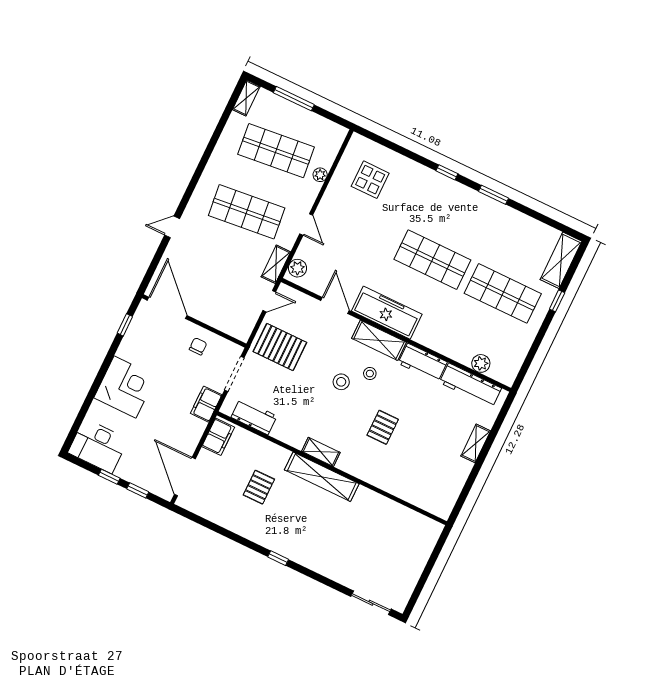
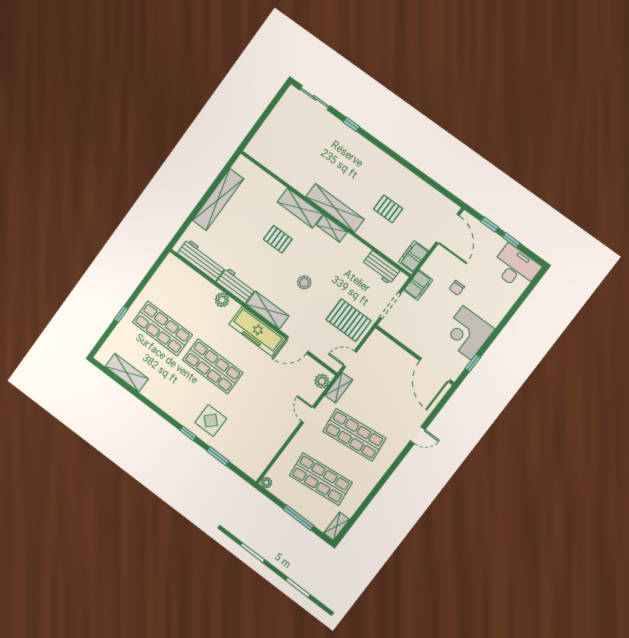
plant: (320, 175) -> (266, 483), moved
display table: (370, 180) -> (211, 421), moved
window: (493, 195) -> (218, 456), moved
shelving: (561, 260) -> (127, 373), moved, turned 90
door: (335, 306) -> (297, 345), hinge flipped
chair: (198, 346) -> (457, 288), moved
plant: (481, 363) -> (222, 300), moved
stool: (370, 374) -> (280, 285), removed
corner desk: (125, 387) -> (467, 333), moved
pallet: (383, 427) -> (278, 239), turned 90
shelving: (476, 443) -> (218, 200), width x2.20, depth x1.33
shelving: (363, 469) -> (300, 208), added
pallet: (259, 487) -> (388, 209), turned 90
window: (278, 558) -> (351, 124), moved

